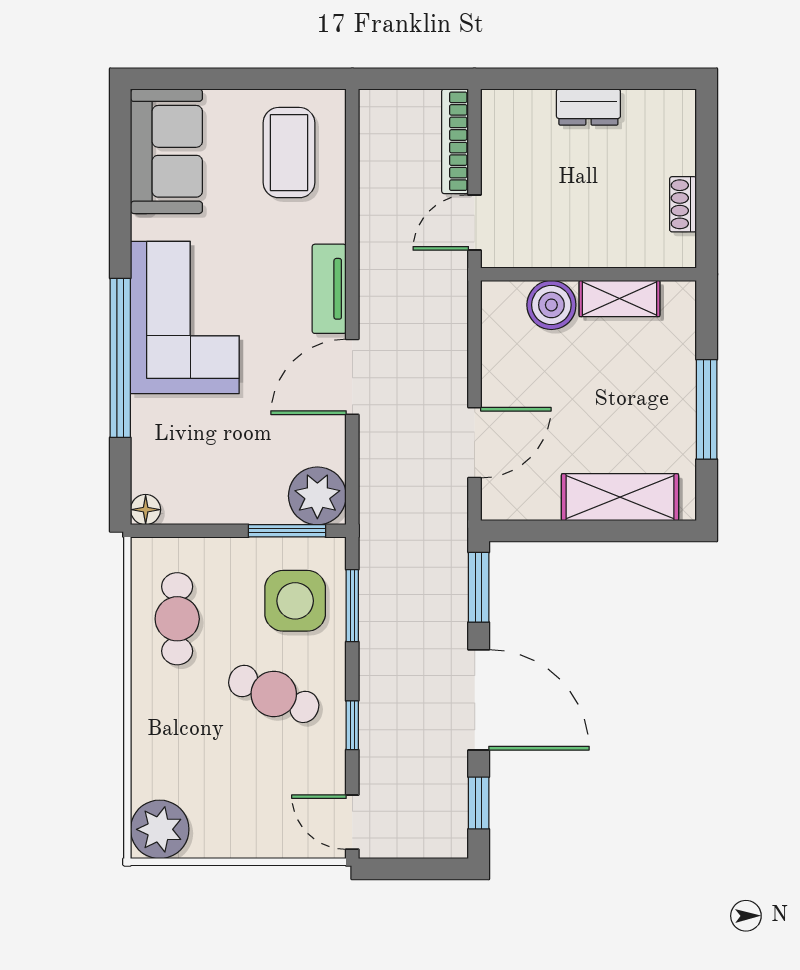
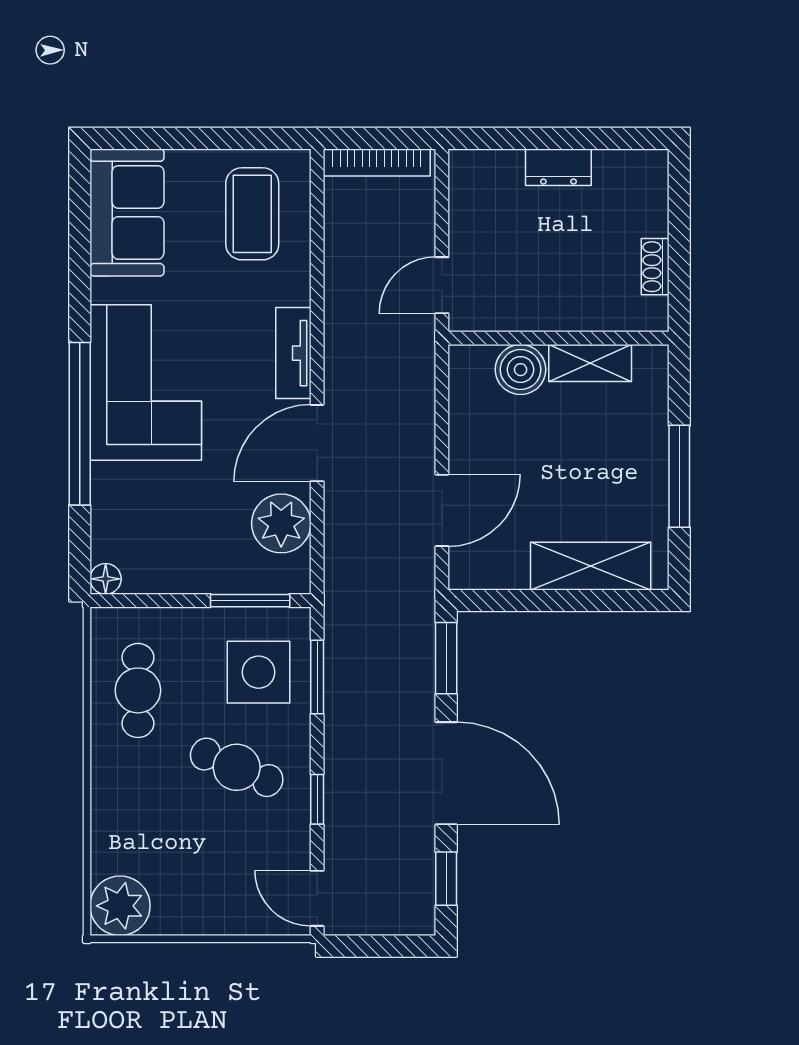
bookcase: (455, 141) -> (377, 162), moved, turned -90
plant: (317, 496) -> (281, 523), moved

